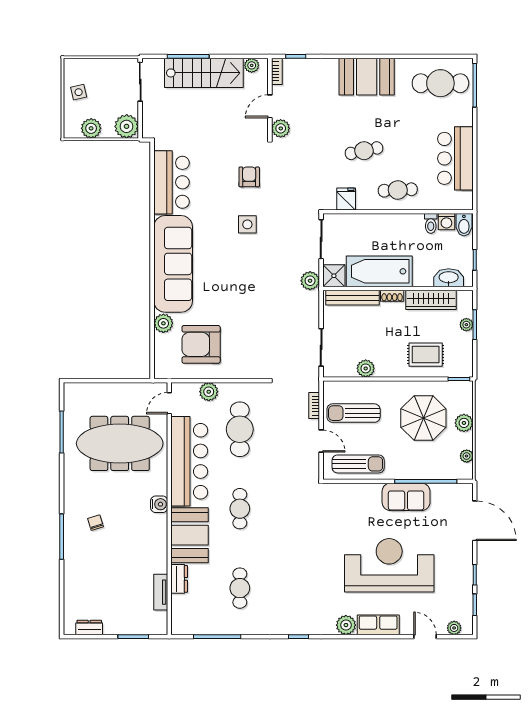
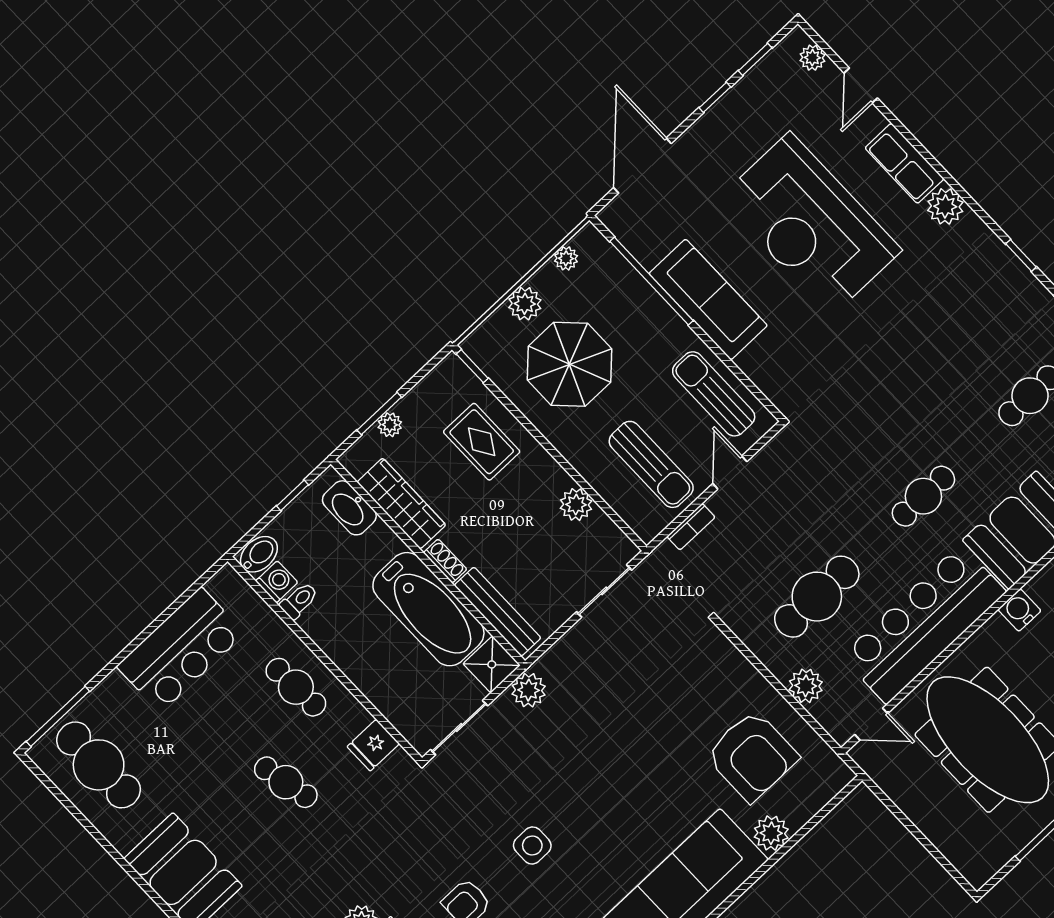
sofa: (406, 497) -> (708, 299), width x1.36

